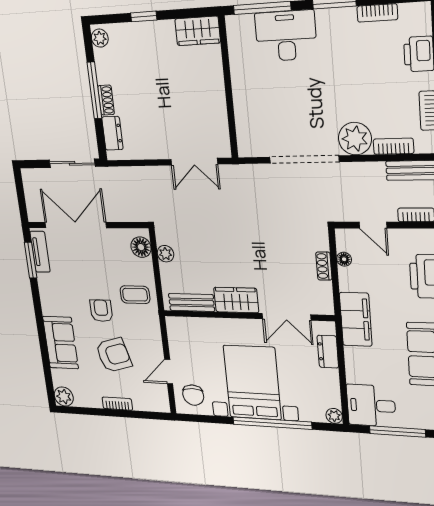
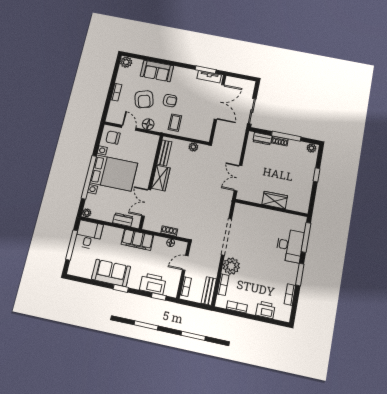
wardrobe: (198, 31) -> (275, 200), moved, turned 90
floor lamp: (141, 247) -> (148, 124), moved

